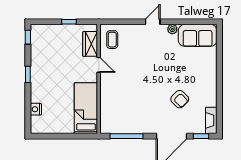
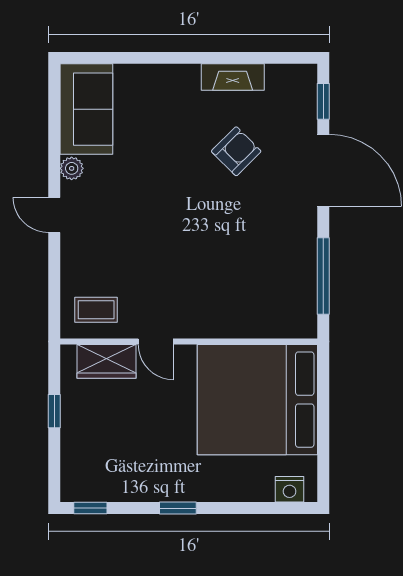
door: (99, 65) -> (156, 341), swing flipped
bed: (86, 108) -> (257, 400), width x2.04
nightstand: (36, 109) -> (290, 489), moved
fireplace: (211, 120) -> (233, 77), moved

